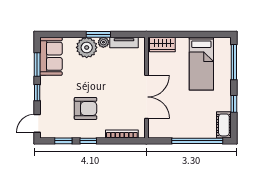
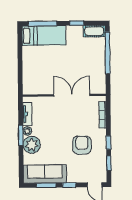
wardrobe: (162, 44) -> (29, 82), removed
sofa: (51, 56) -> (45, 174), width x1.36
bed: (201, 64) -> (44, 36), moved

